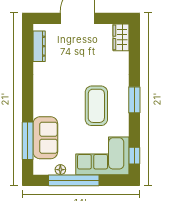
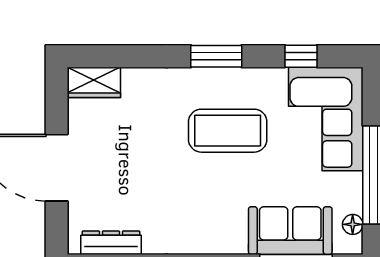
window: (134, 156) -> (301, 56), moved
floor lamp: (60, 170) -> (353, 224), moved

